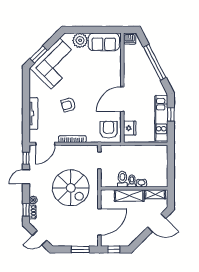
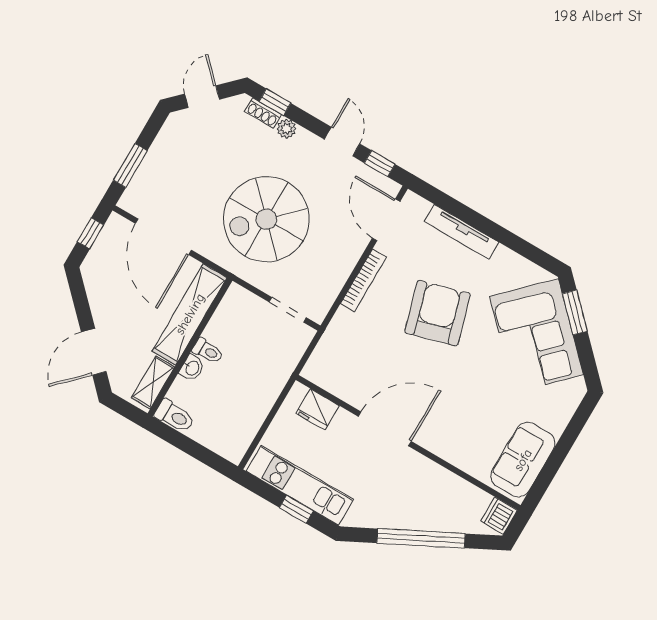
plant: (80, 40) -> (554, 413), removed
door: (122, 99) -> (385, 429), hinge flipped
armchair: (68, 105) -> (437, 313), width x1.88, depth x1.88
armchair: (109, 130) -> (339, 365), removed
toilet: (122, 179) -> (175, 416), moved
shelving: (129, 196) -> (190, 314), width x1.47

